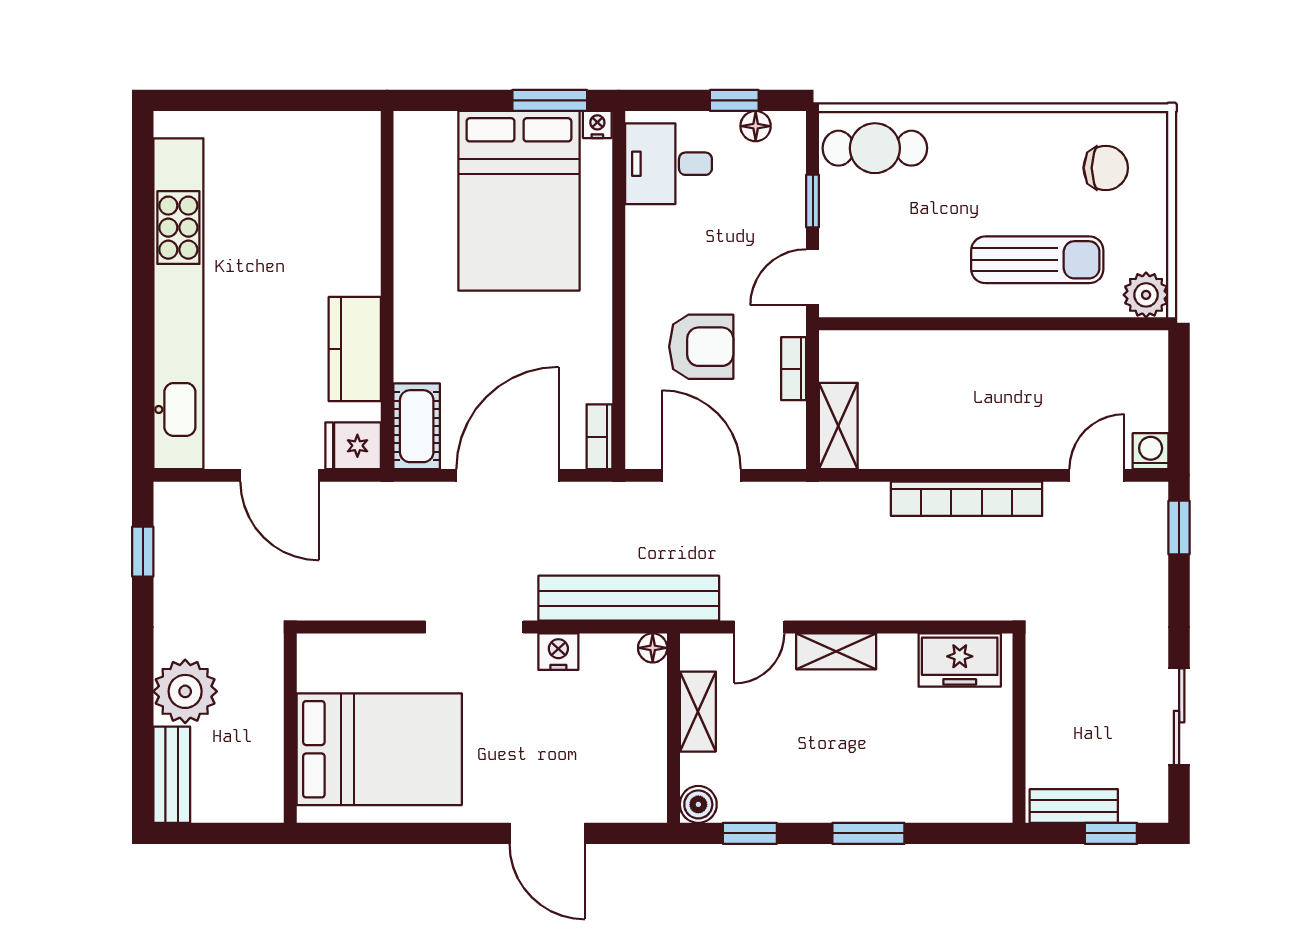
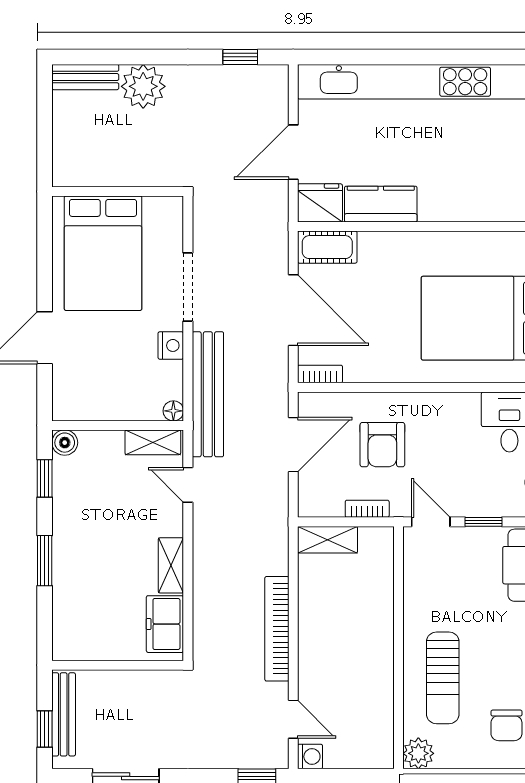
fridge: (353, 446) -> (320, 203), width x1.38
shelving: (836, 651) -> (171, 565), moved
shelving: (698, 712) -> (153, 442), moved
wall: (290, 728) -> (118, 191), moved
bed: (379, 749) -> (103, 253), moved
bench: (1074, 806) -> (64, 714), width x1.36

